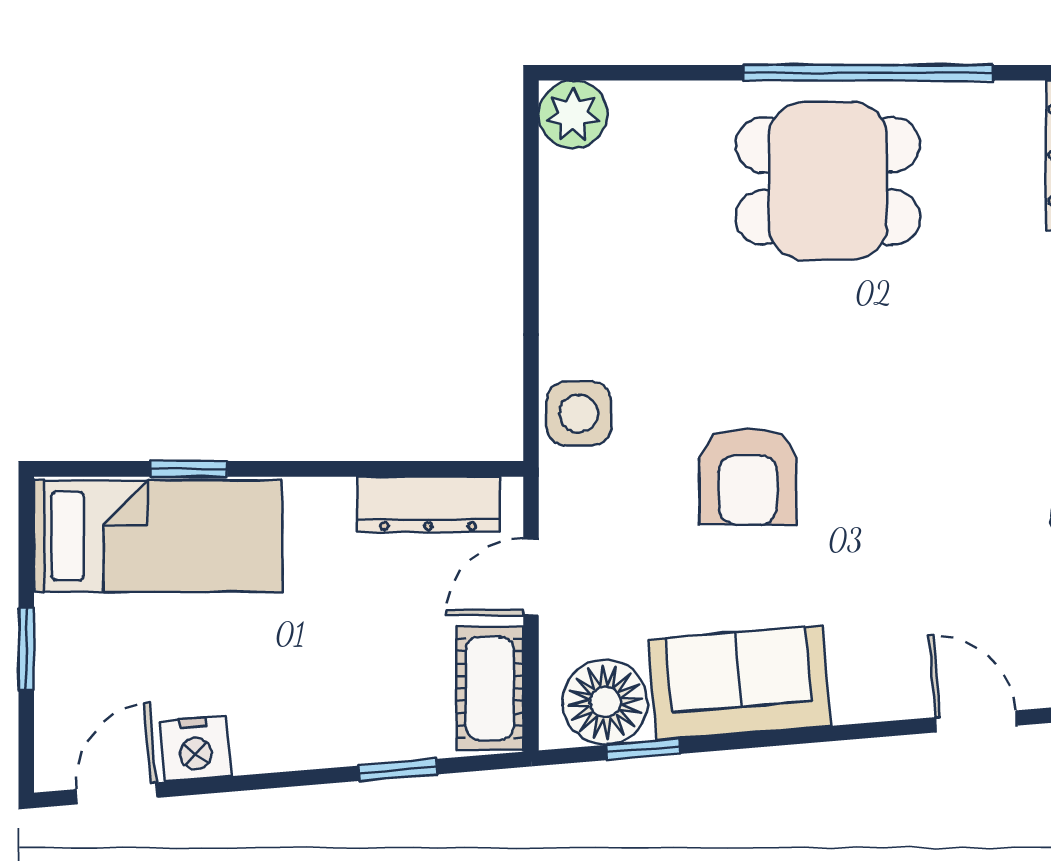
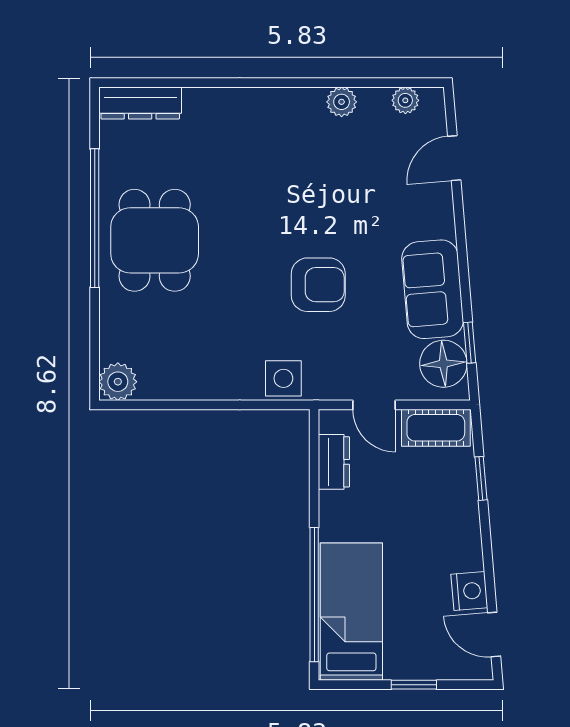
window: (189, 469) -> (314, 595), width x3.17
dresser: (428, 504) -> (334, 462), width x0.70

